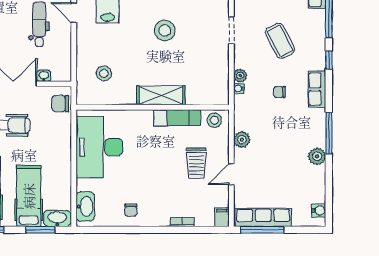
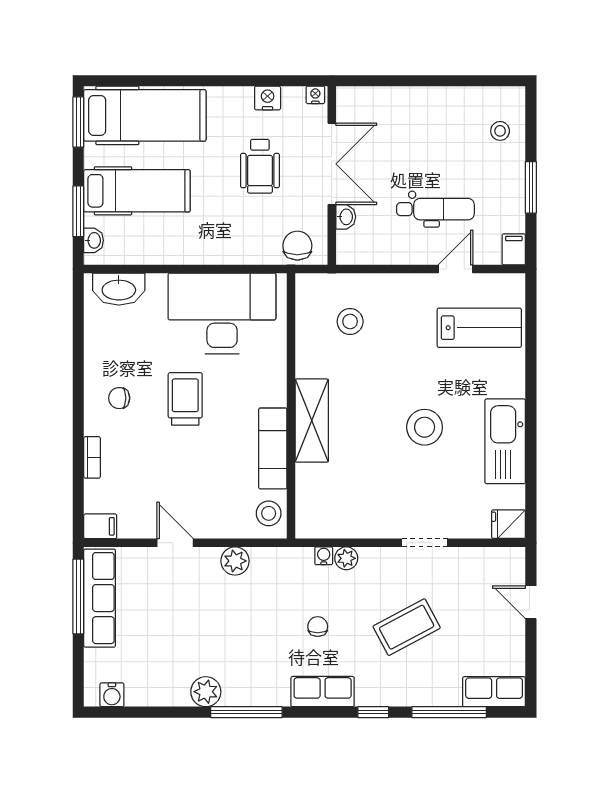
trolley: (196, 163) -> (185, 399), moved, turned 90
chair: (131, 210) -> (119, 398), moved
washbasin: (57, 218) -> (94, 240), width x0.52, depth x0.69

